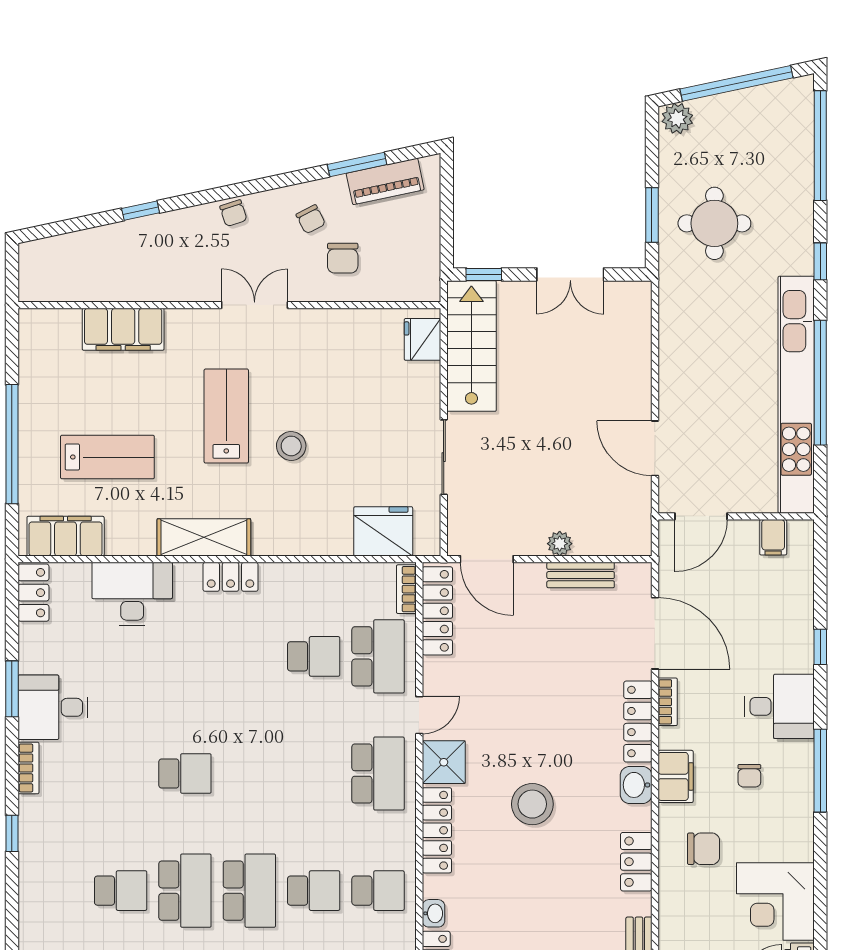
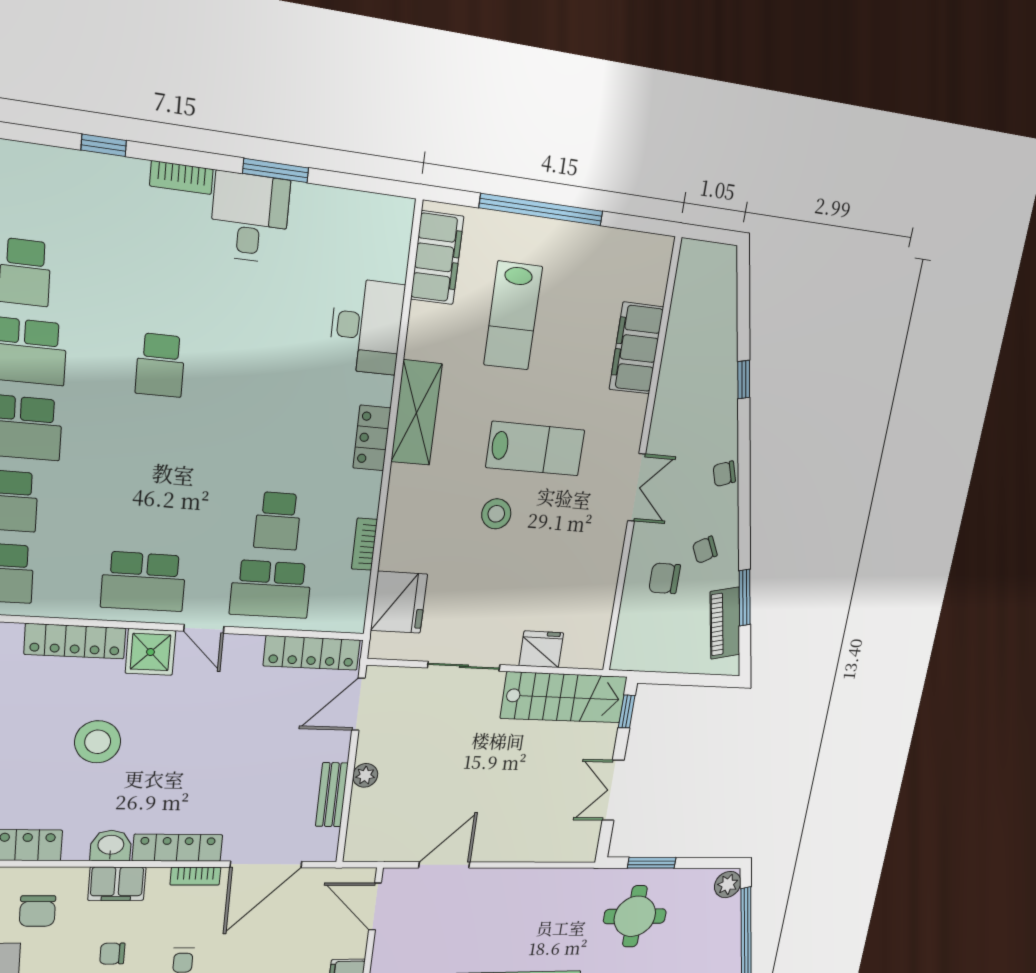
fridge: (423, 339) -> (541, 649), moved
bookcase: (406, 589) -> (364, 544), moved, turned -90
locker: (33, 593) -> (381, 212), removed

